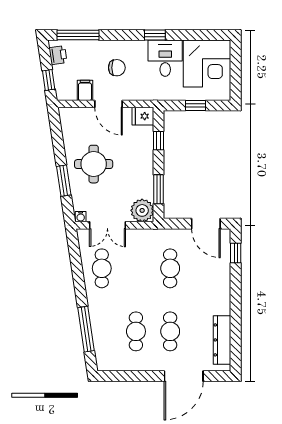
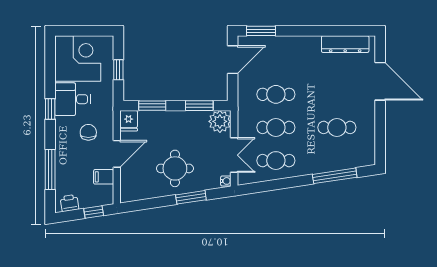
window: (78, 35) -> (50, 169), moved
chair: (117, 68) -> (88, 132), moved
window: (159, 141) -> (152, 106), width x1.50
window: (236, 253) -> (261, 31), width x1.50
cafe table: (170, 331) -> (276, 127), moved

